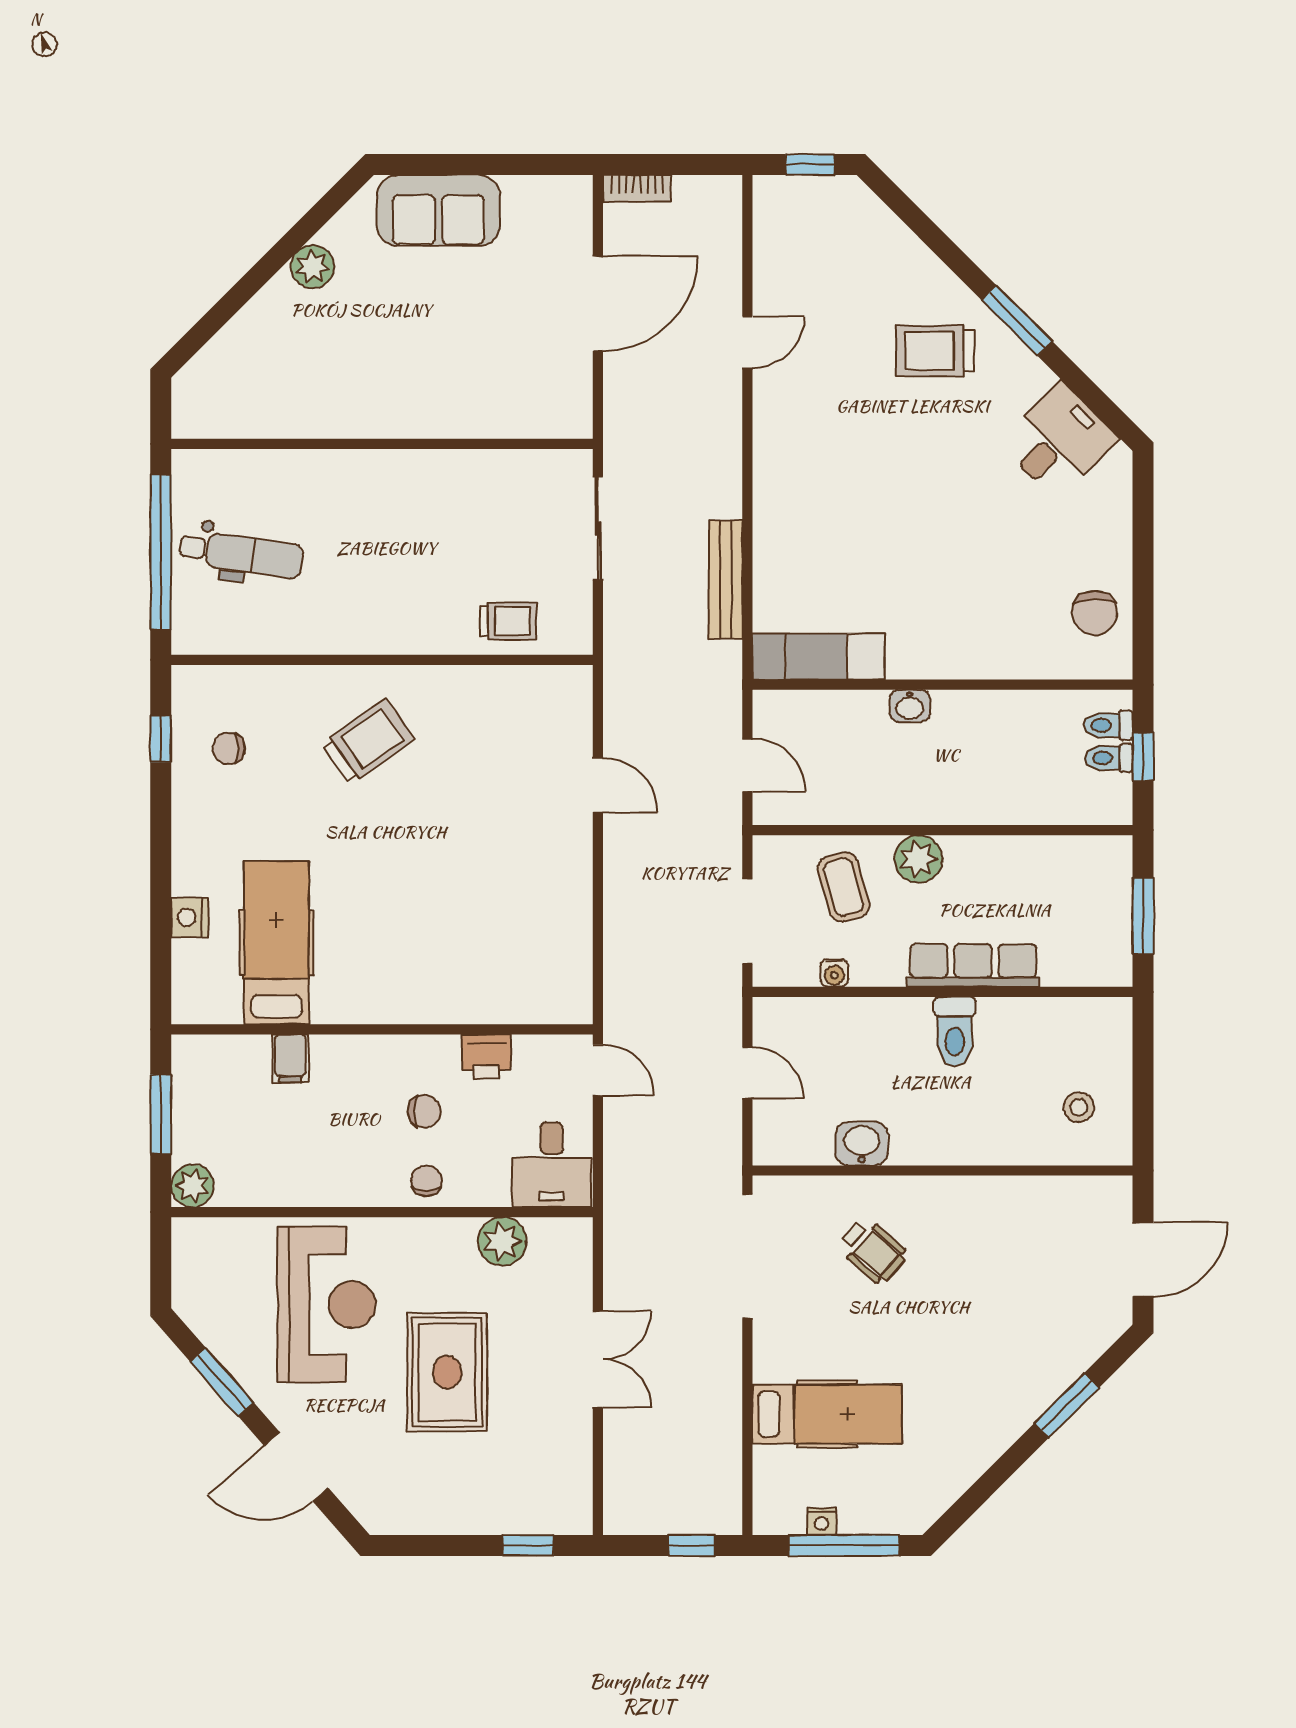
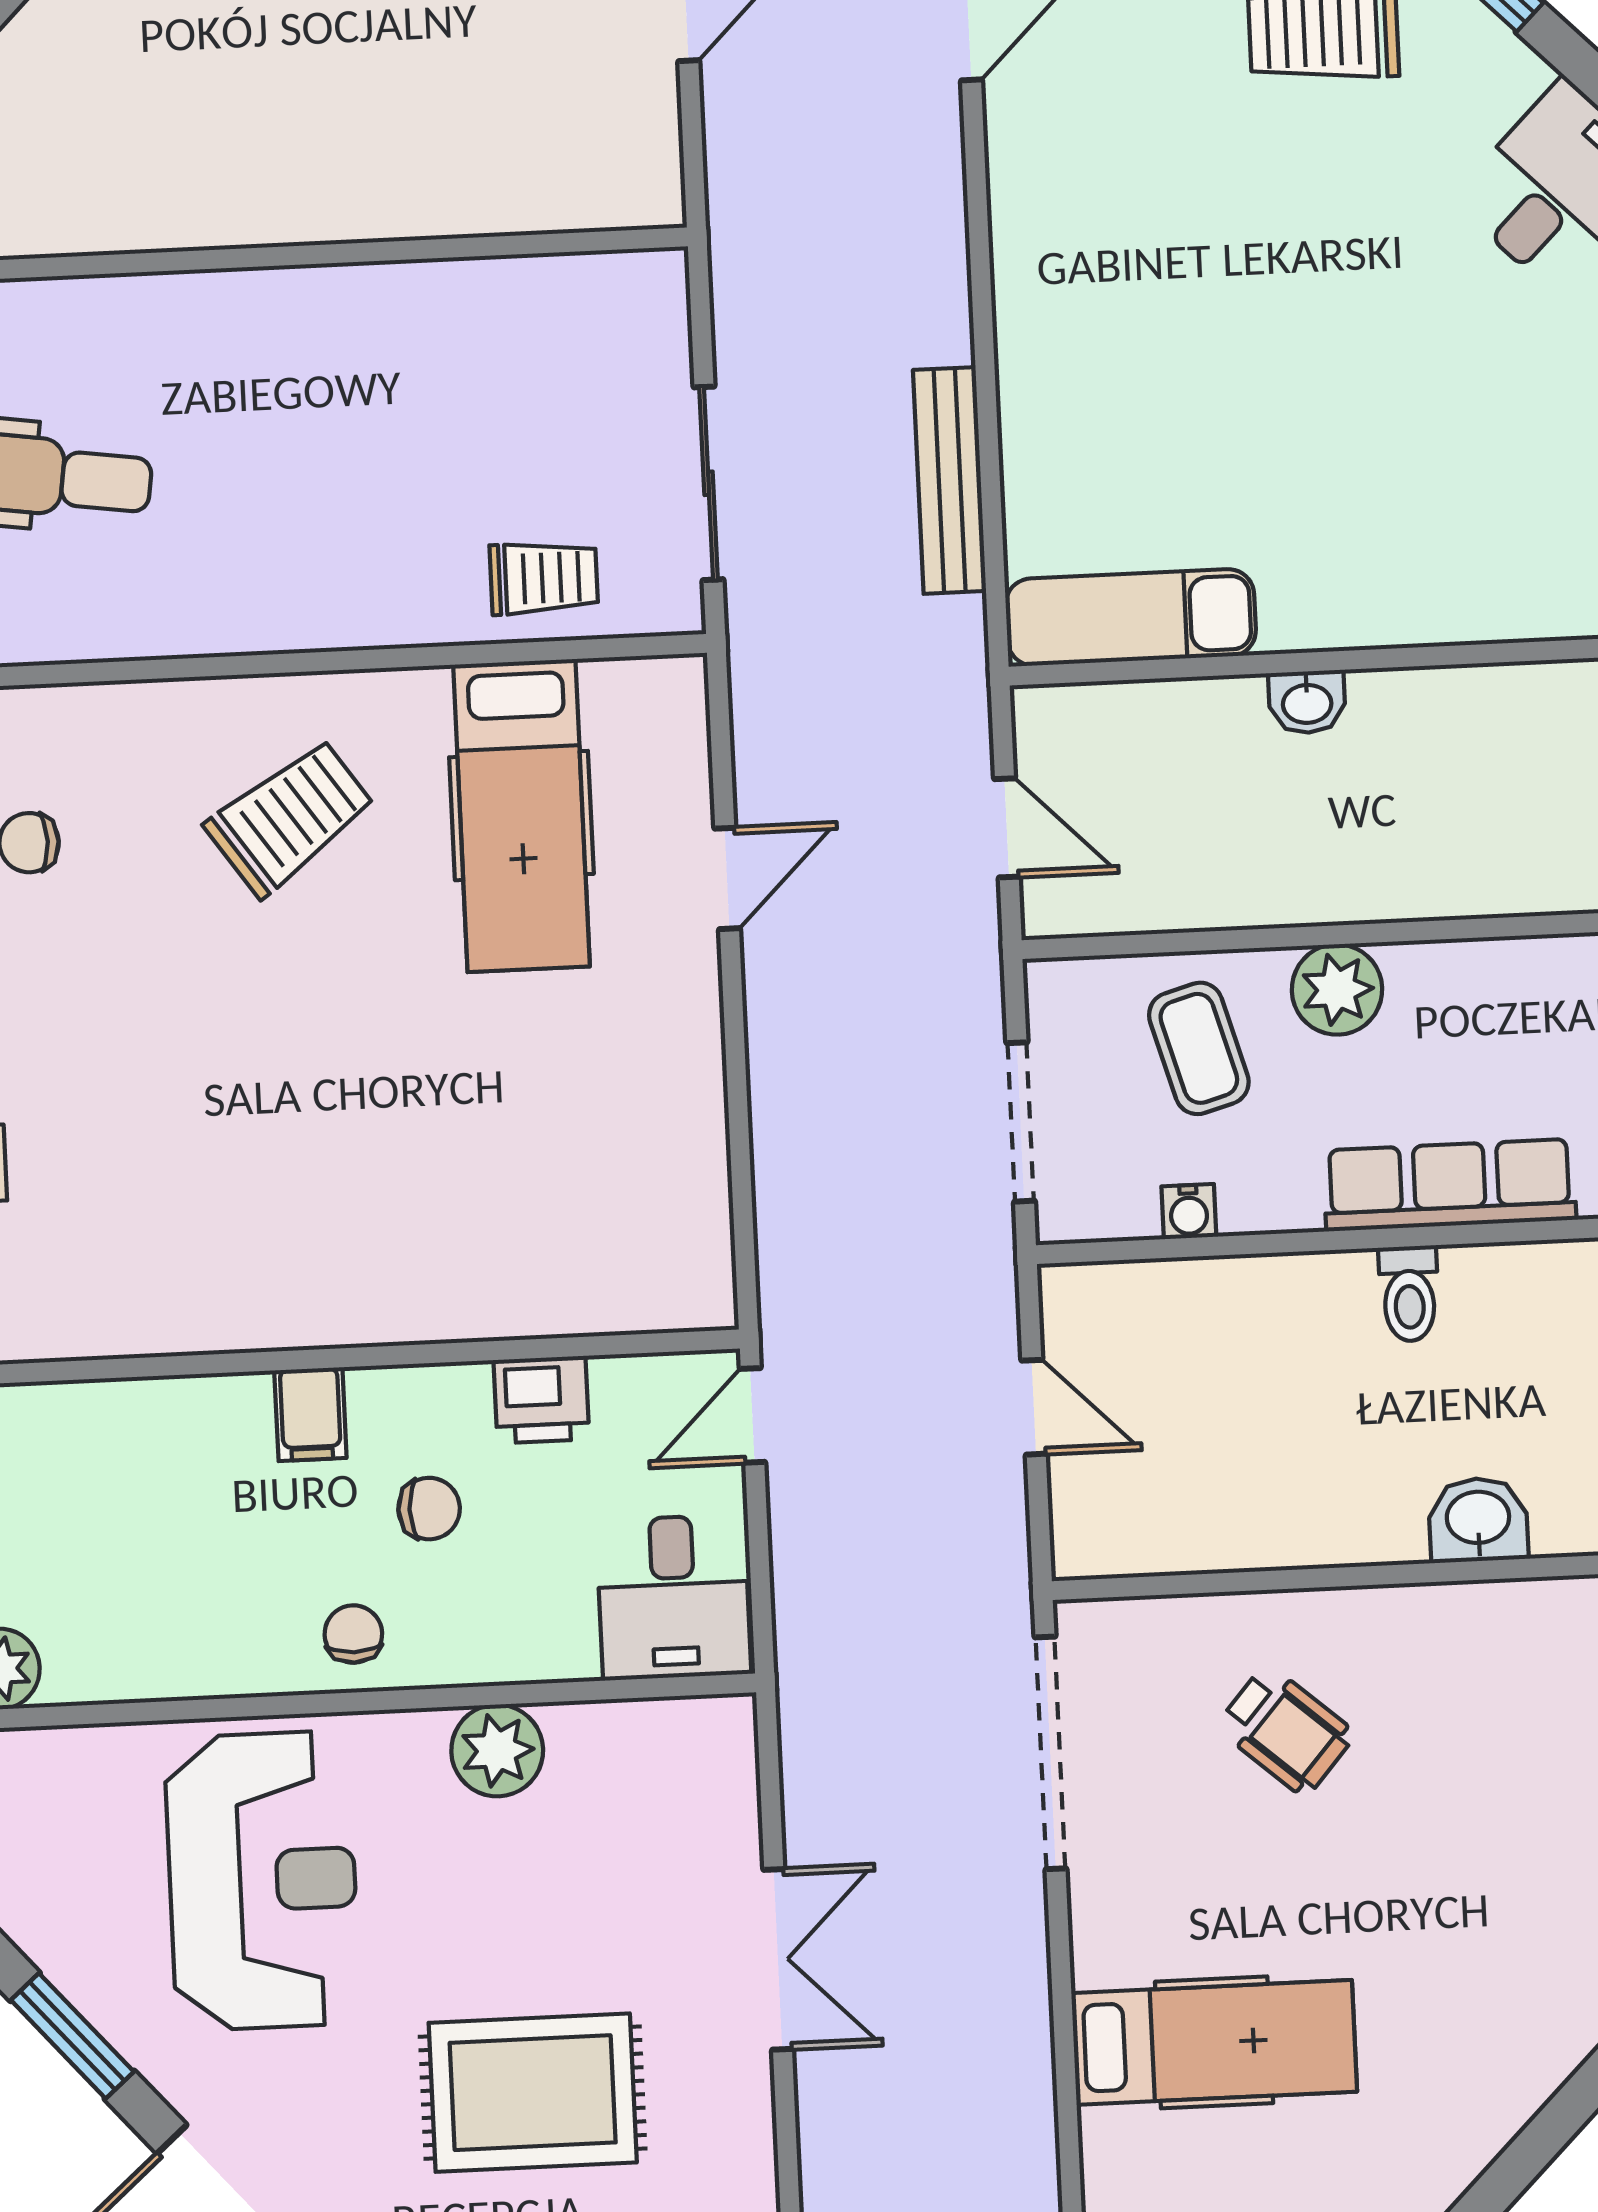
sliding door: (598, 528) -> (709, 483), moved
door: (598, 785) -> (727, 878), hinge flipped
hospital bed: (276, 943) -> (521, 816), moved, turned 180
toilet: (955, 1032) -> (1409, 1294), width x0.73, depth x0.72
filing cabinet: (290, 1058) -> (310, 1414), moved
door: (598, 1070) -> (752, 1415), swing flipped
washbasin: (862, 1144) -> (1478, 1520), moved
chair: (426, 1181) -> (353, 1634), moved
plant: (502, 1241) -> (497, 1750), moved
rug: (447, 1372) -> (533, 2093), moved, turned 90

